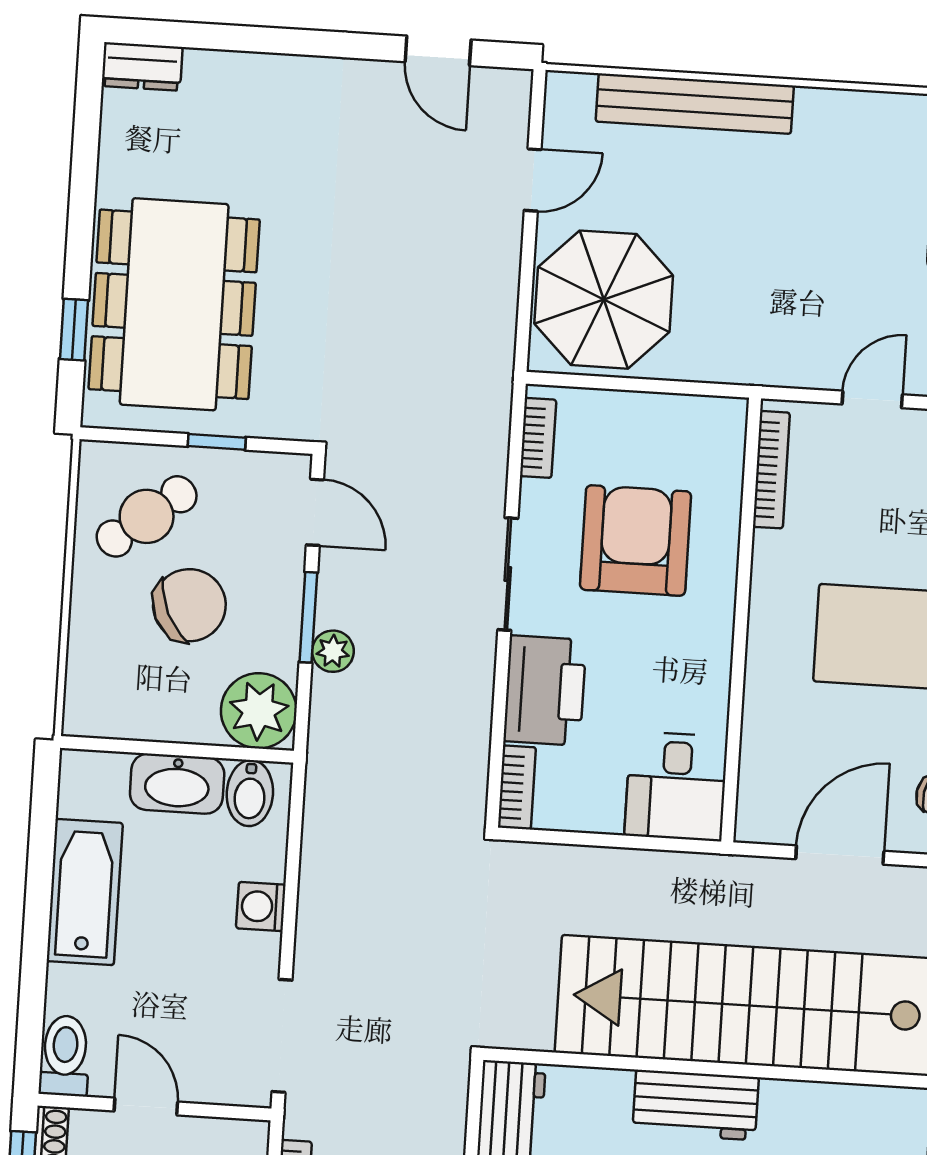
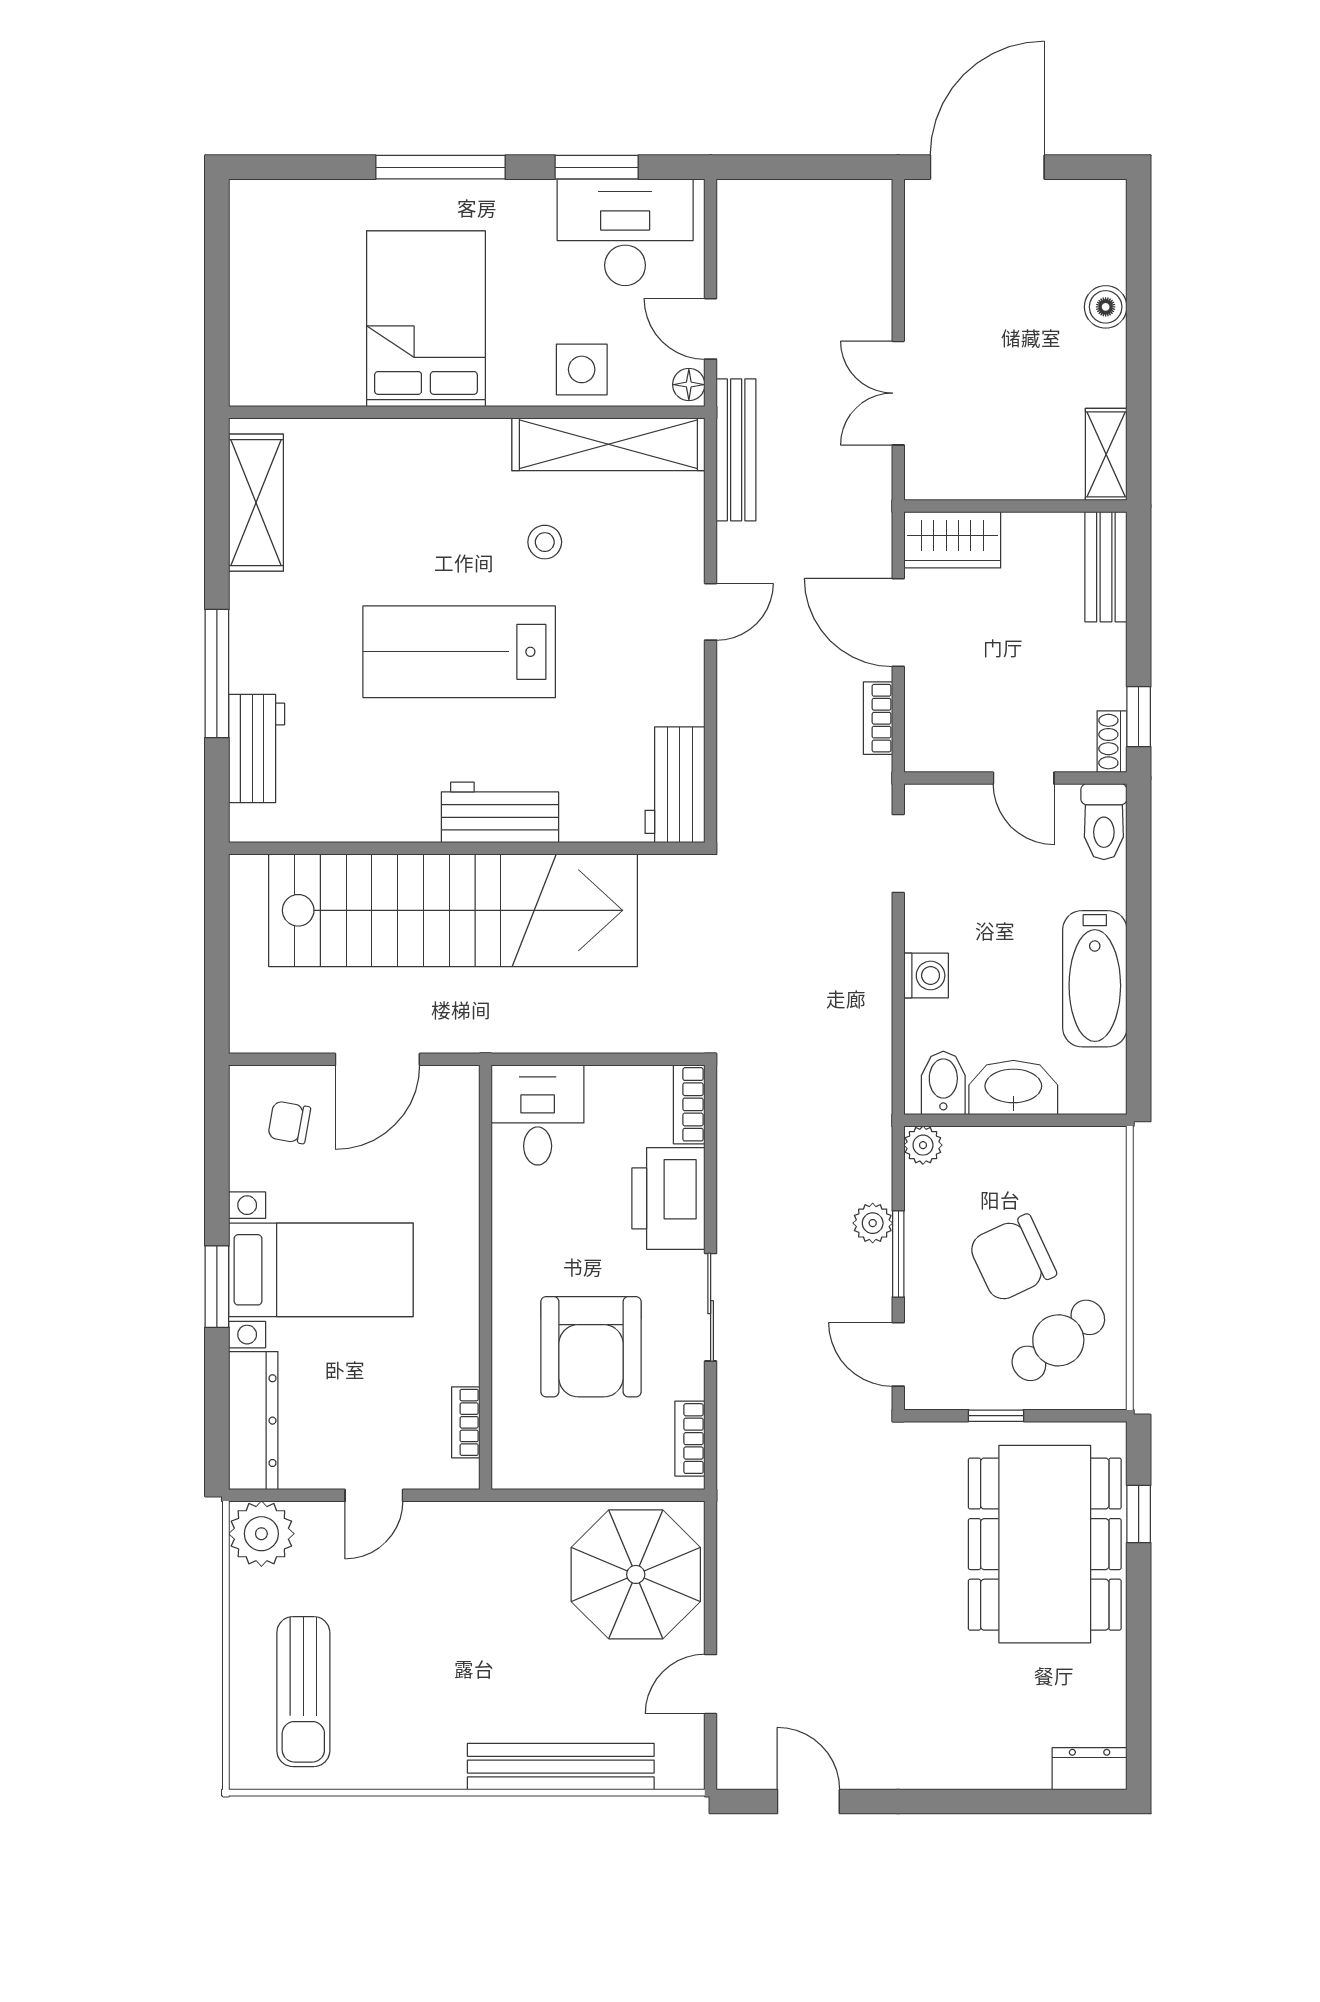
bookcase: (771, 470) -> (466, 1422), width x0.64
plant: (259, 711) -> (923, 1145), width x0.53, depth x0.53
doorway: (282, 1036) -> (898, 853), width x0.73

